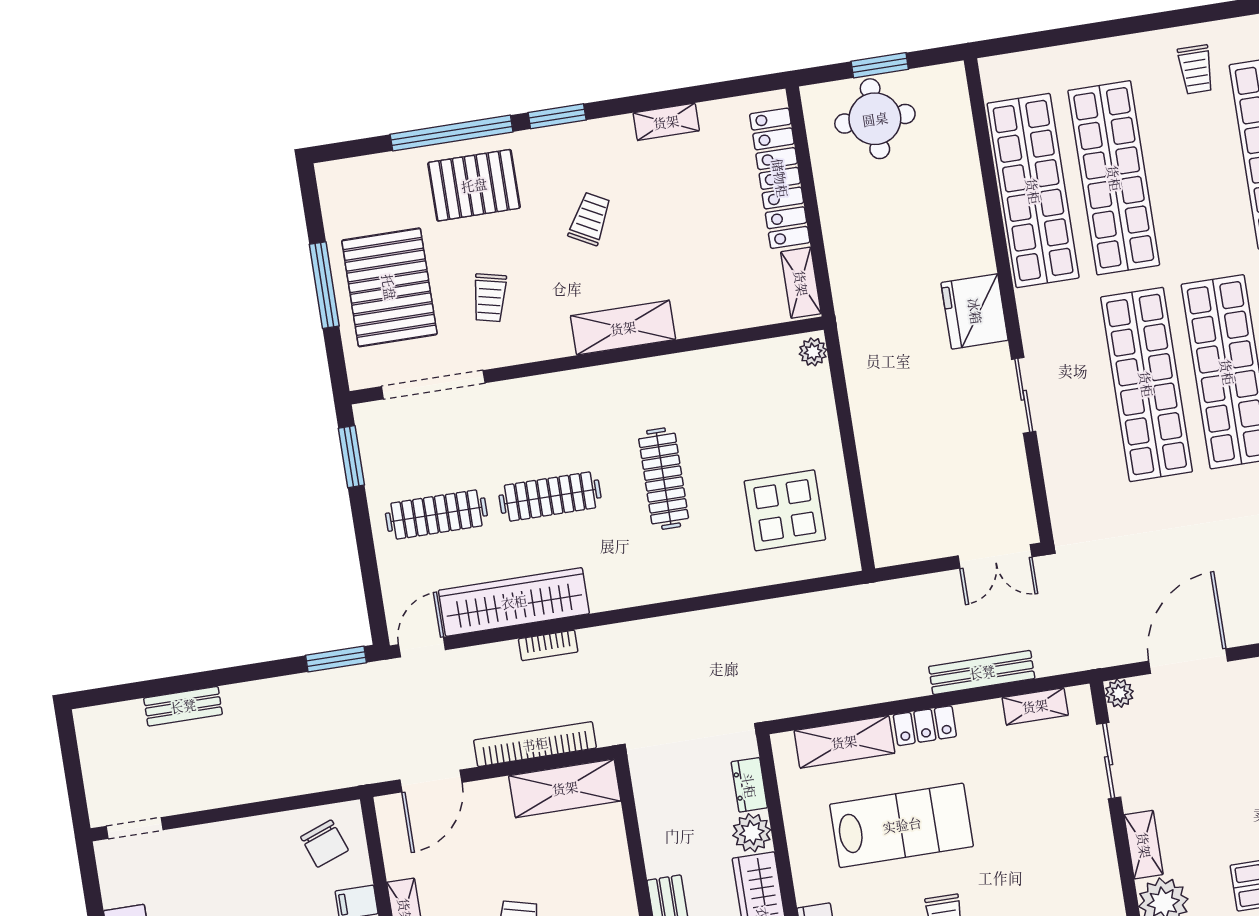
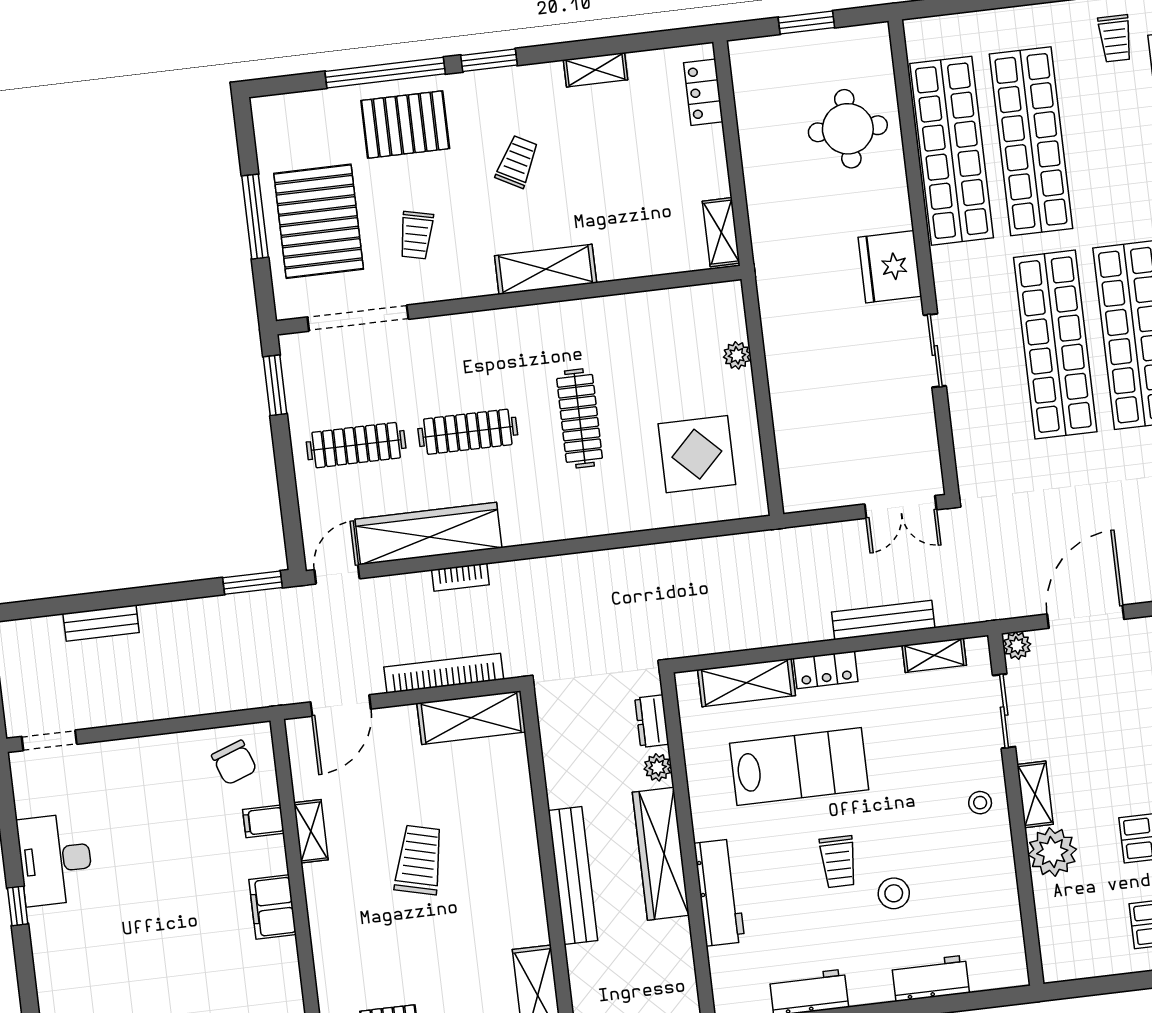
round table: (875, 119) -> (848, 129), moved
locker: (780, 178) -> (703, 92), width x0.46, depth x0.83
plant: (813, 352) -> (737, 355), moved
plant: (752, 833) -> (658, 767), width x0.73, depth x0.73
stool: (1088, 855) -> (980, 803), added

